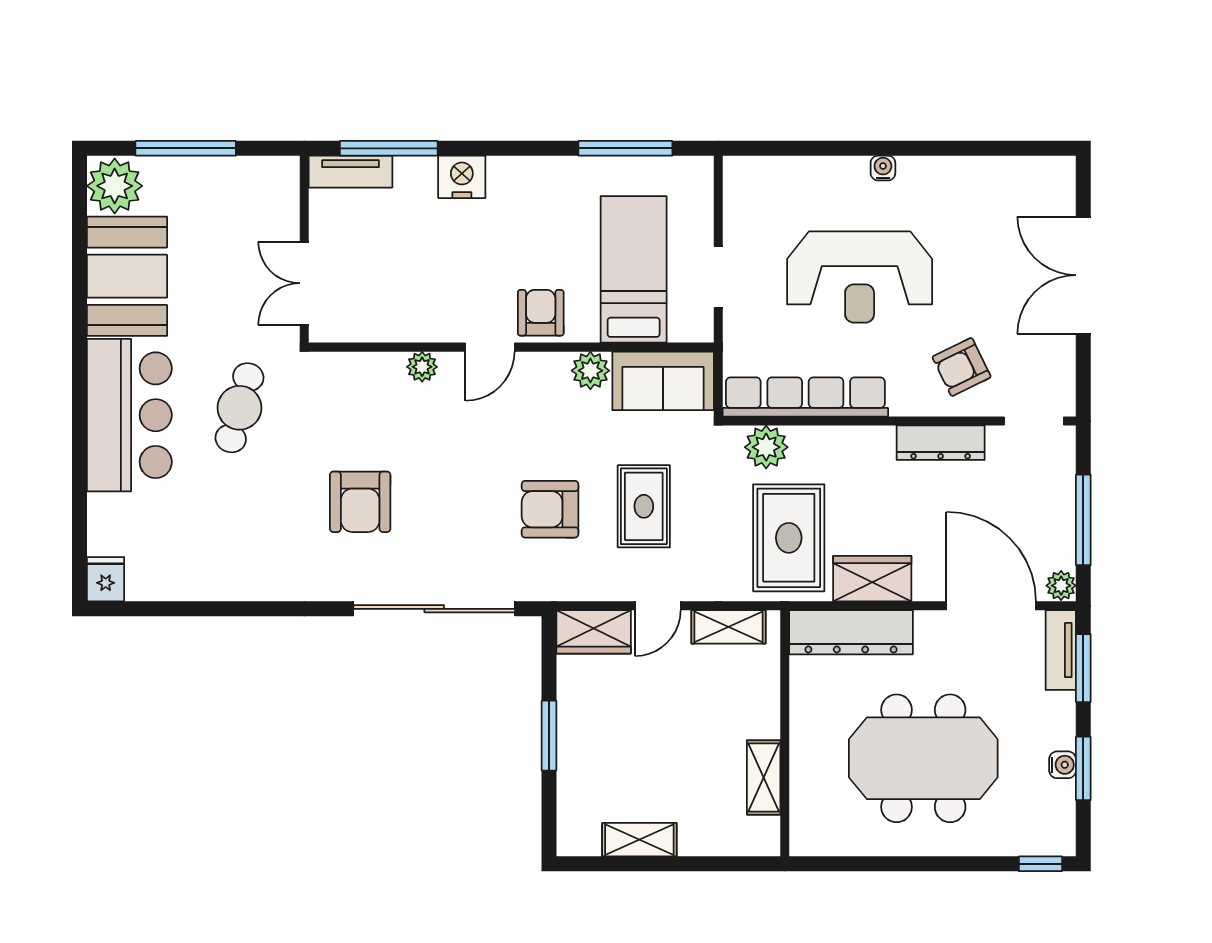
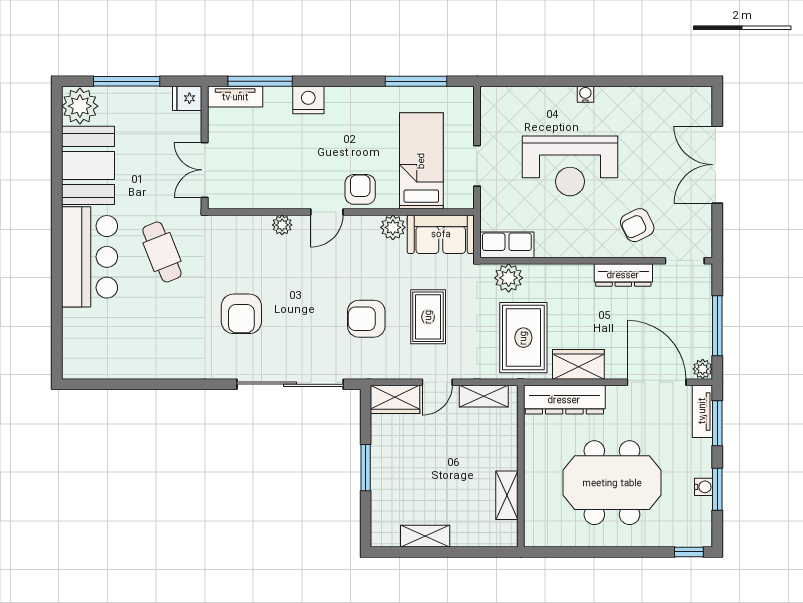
row of seats: (805, 397) -> (507, 245), width x0.50
cafe table: (239, 408) -> (162, 252), turned -38
fridge: (106, 579) -> (187, 98), moved, turned -90

